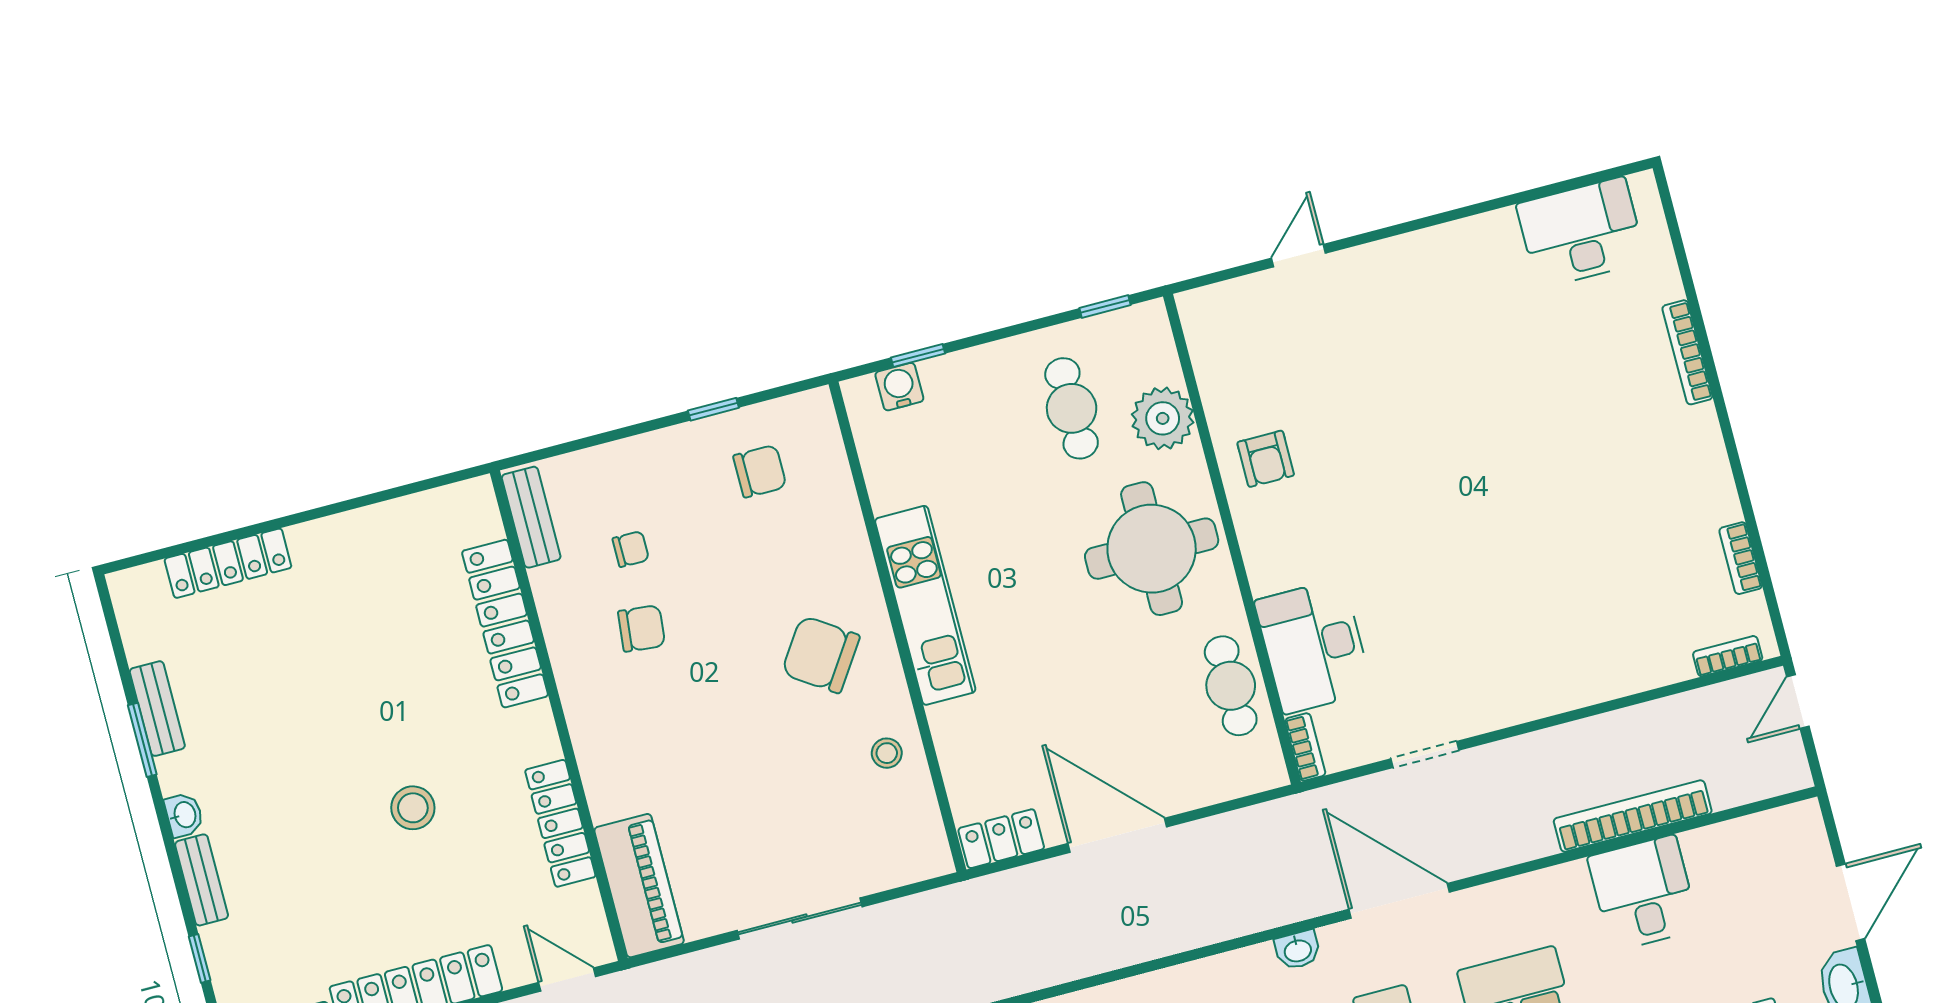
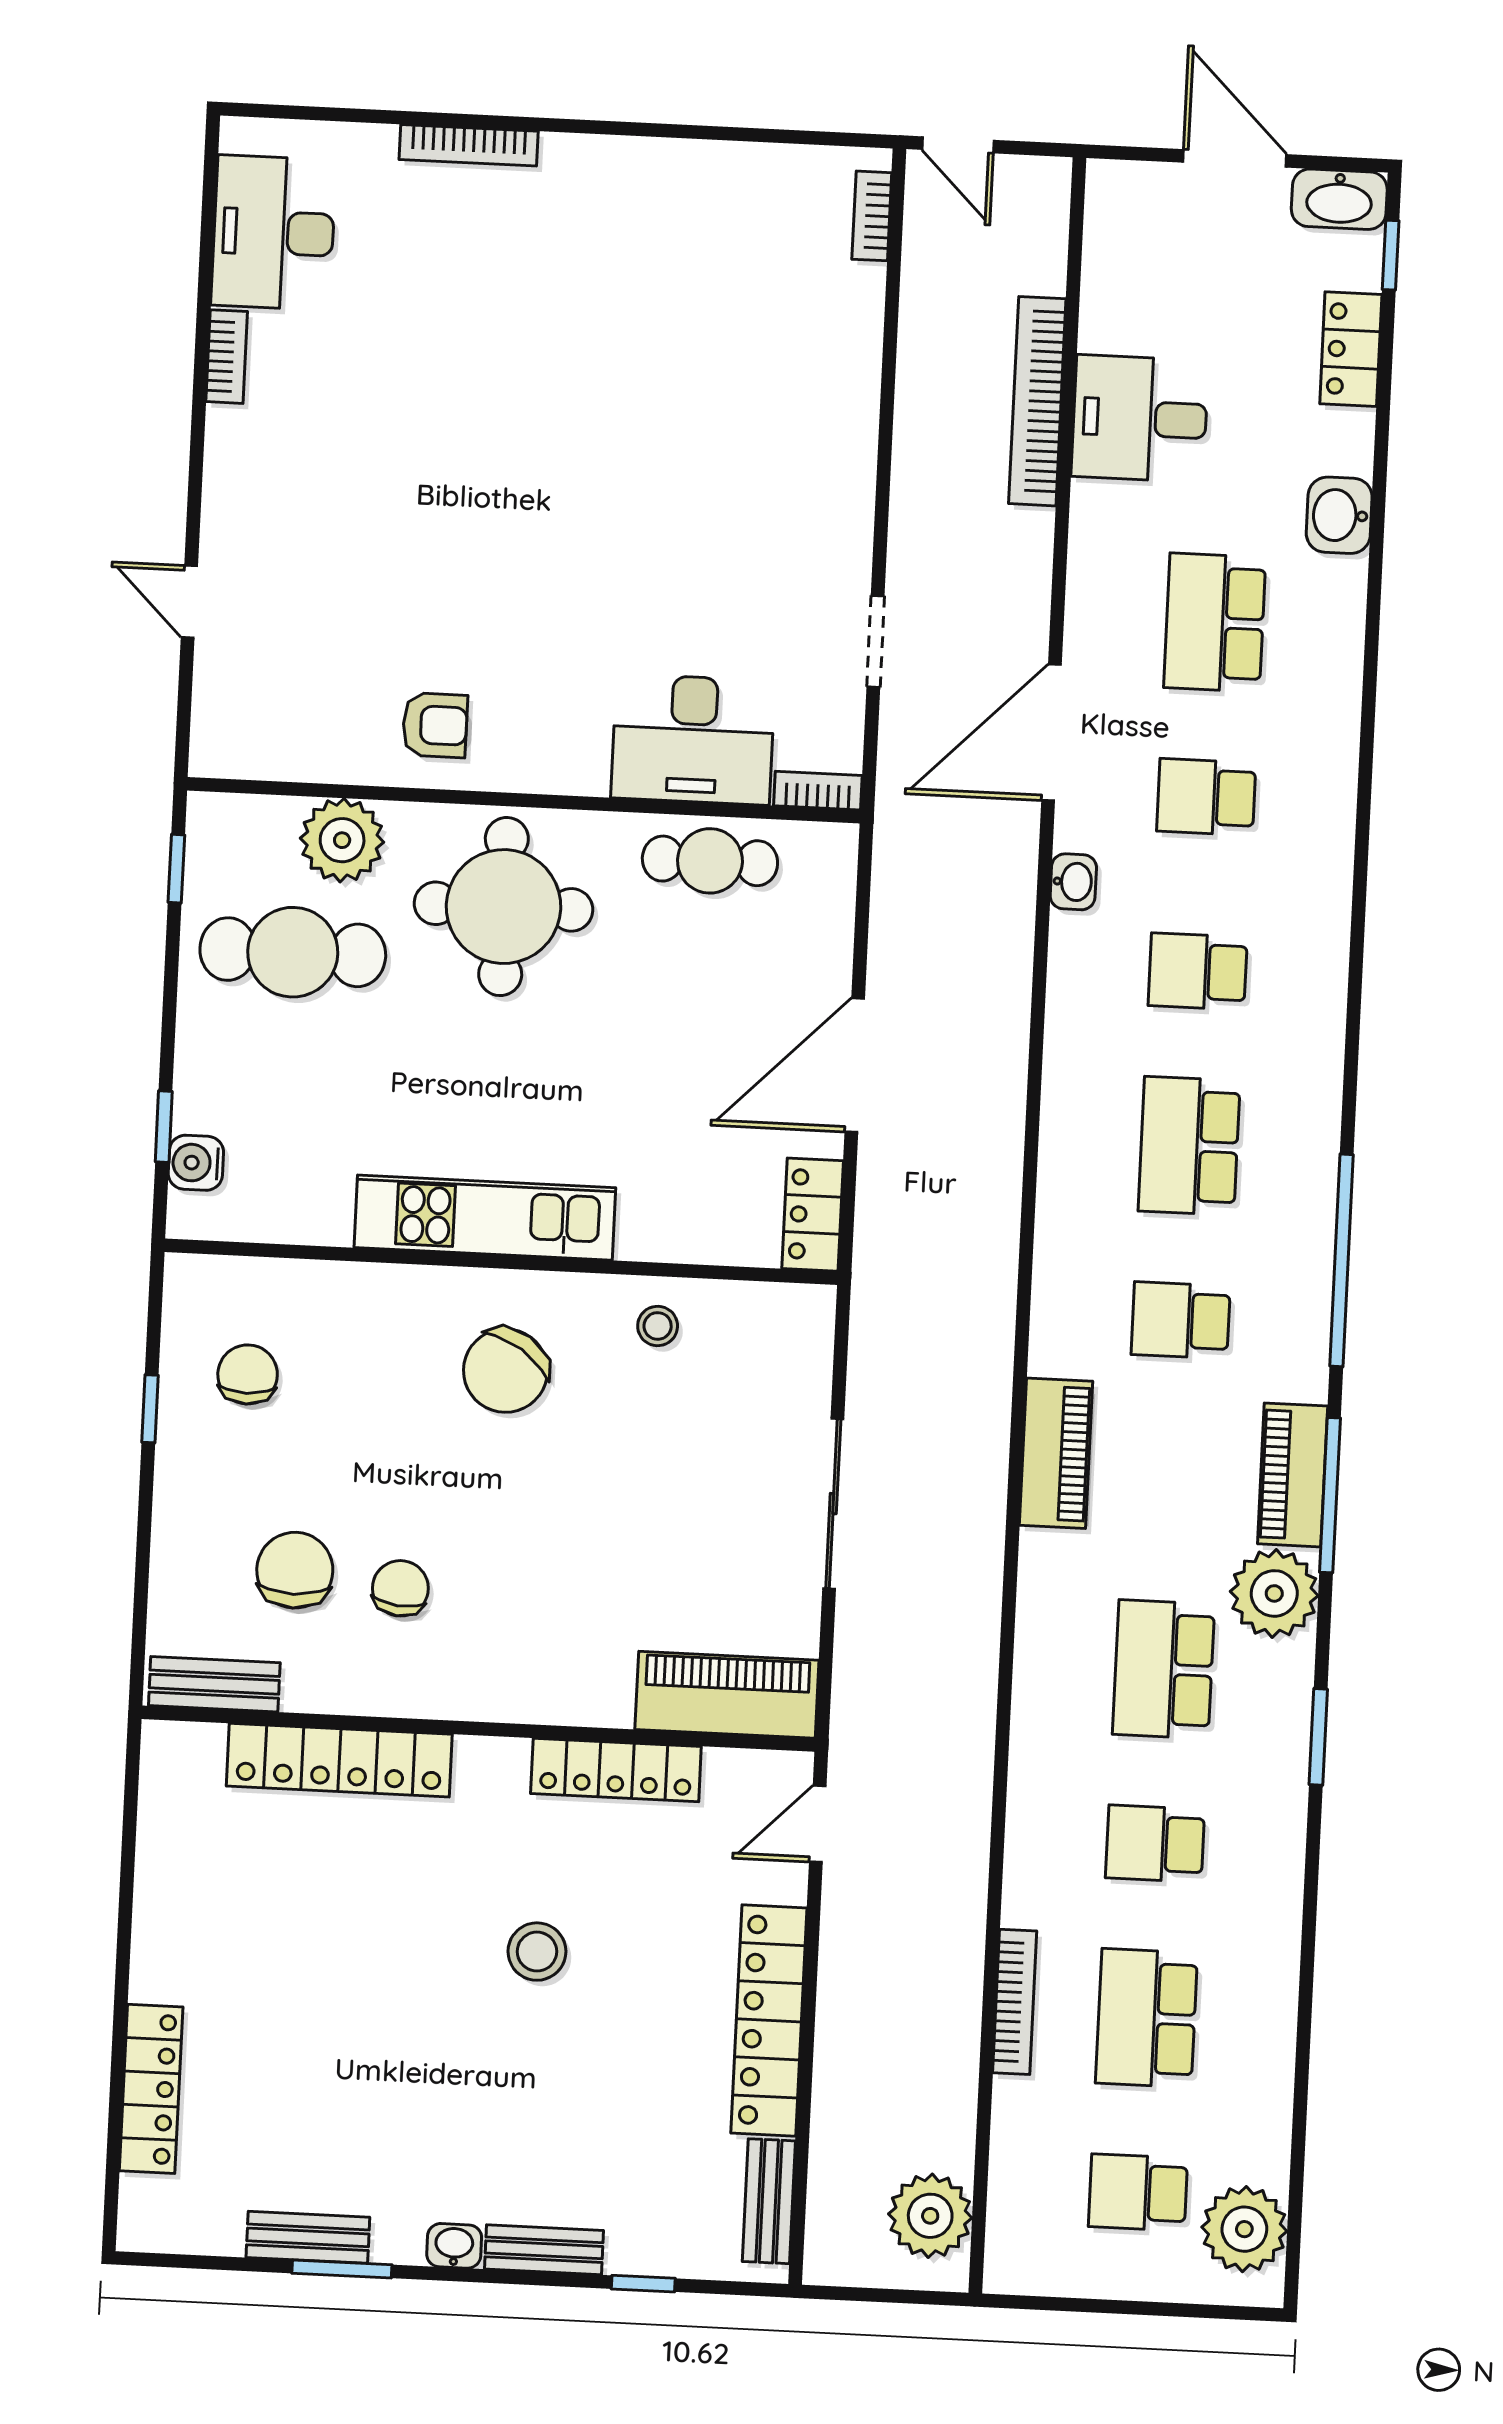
cafe table: (1072, 408) -> (293, 952), width x1.37, depth x1.35
chair: (631, 549) -> (295, 1570), width x1.87, depth x1.87
bookcase: (1741, 558) -> (227, 357), moved, turned -90

